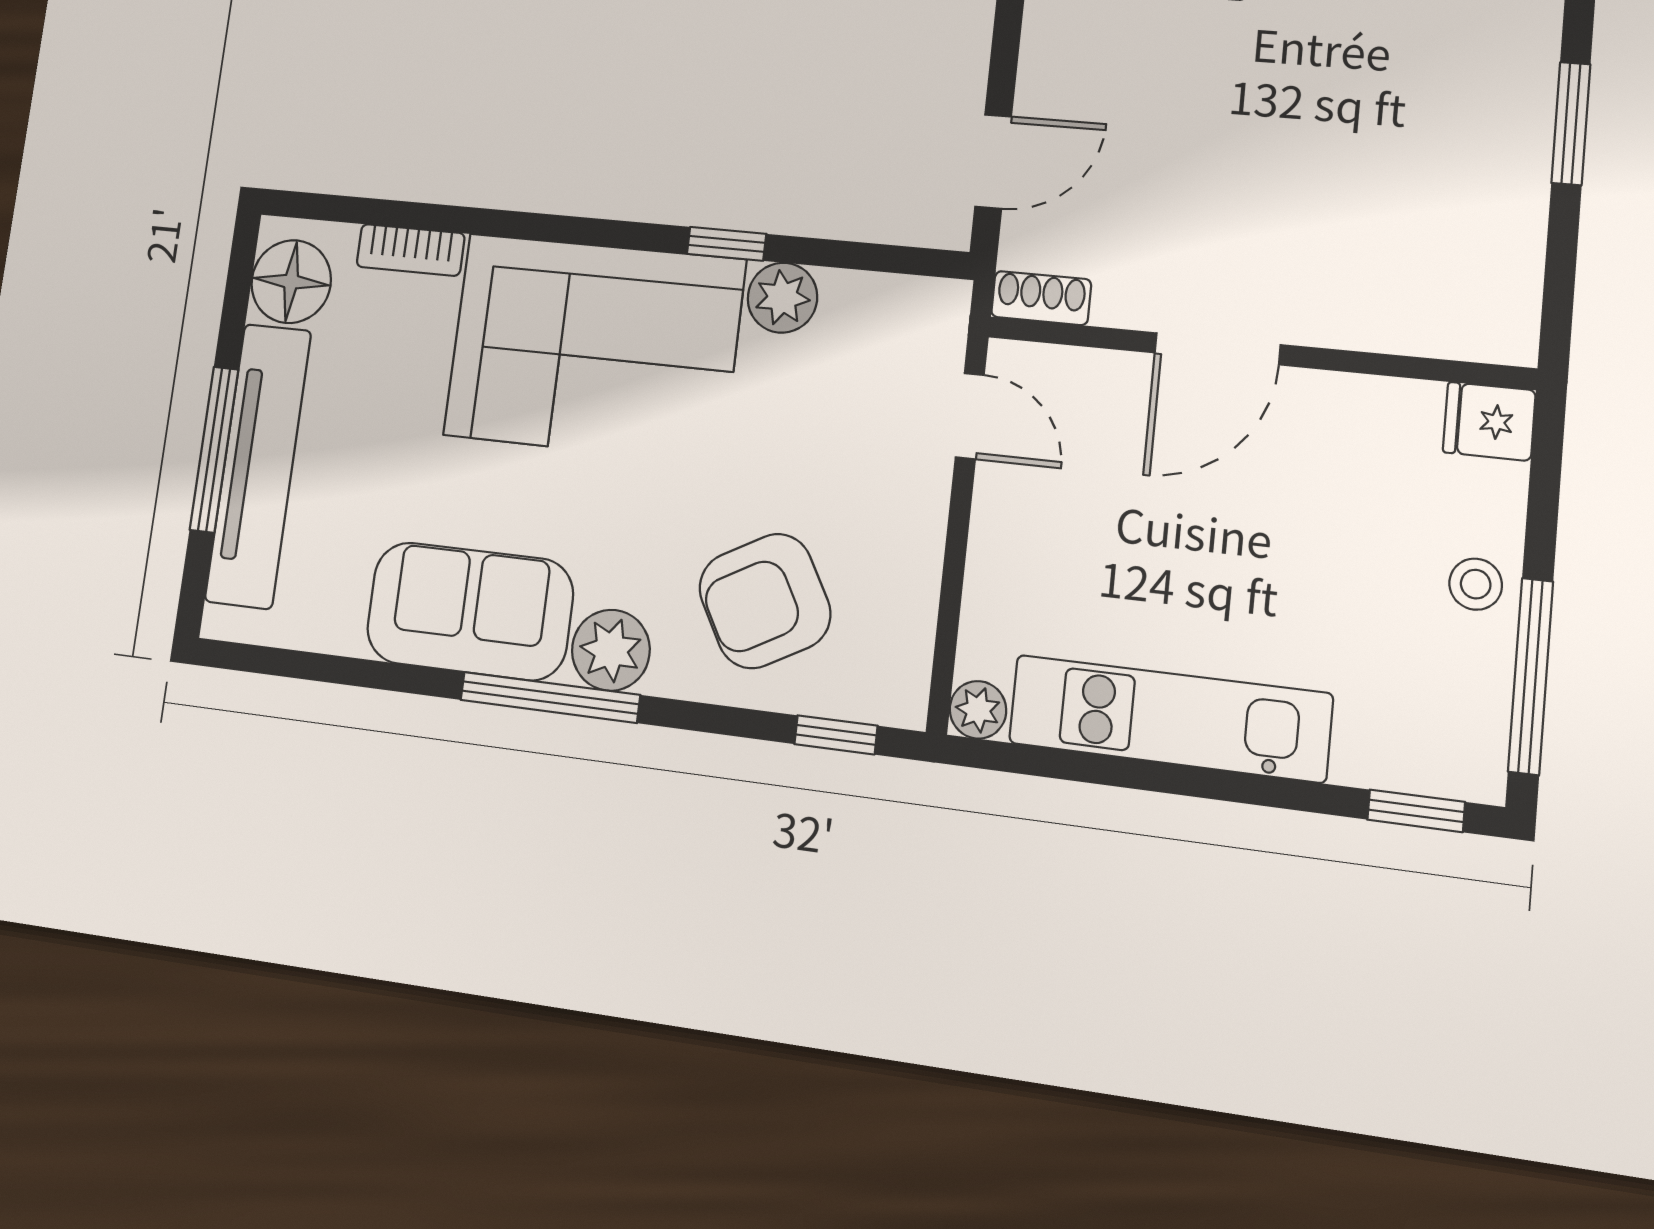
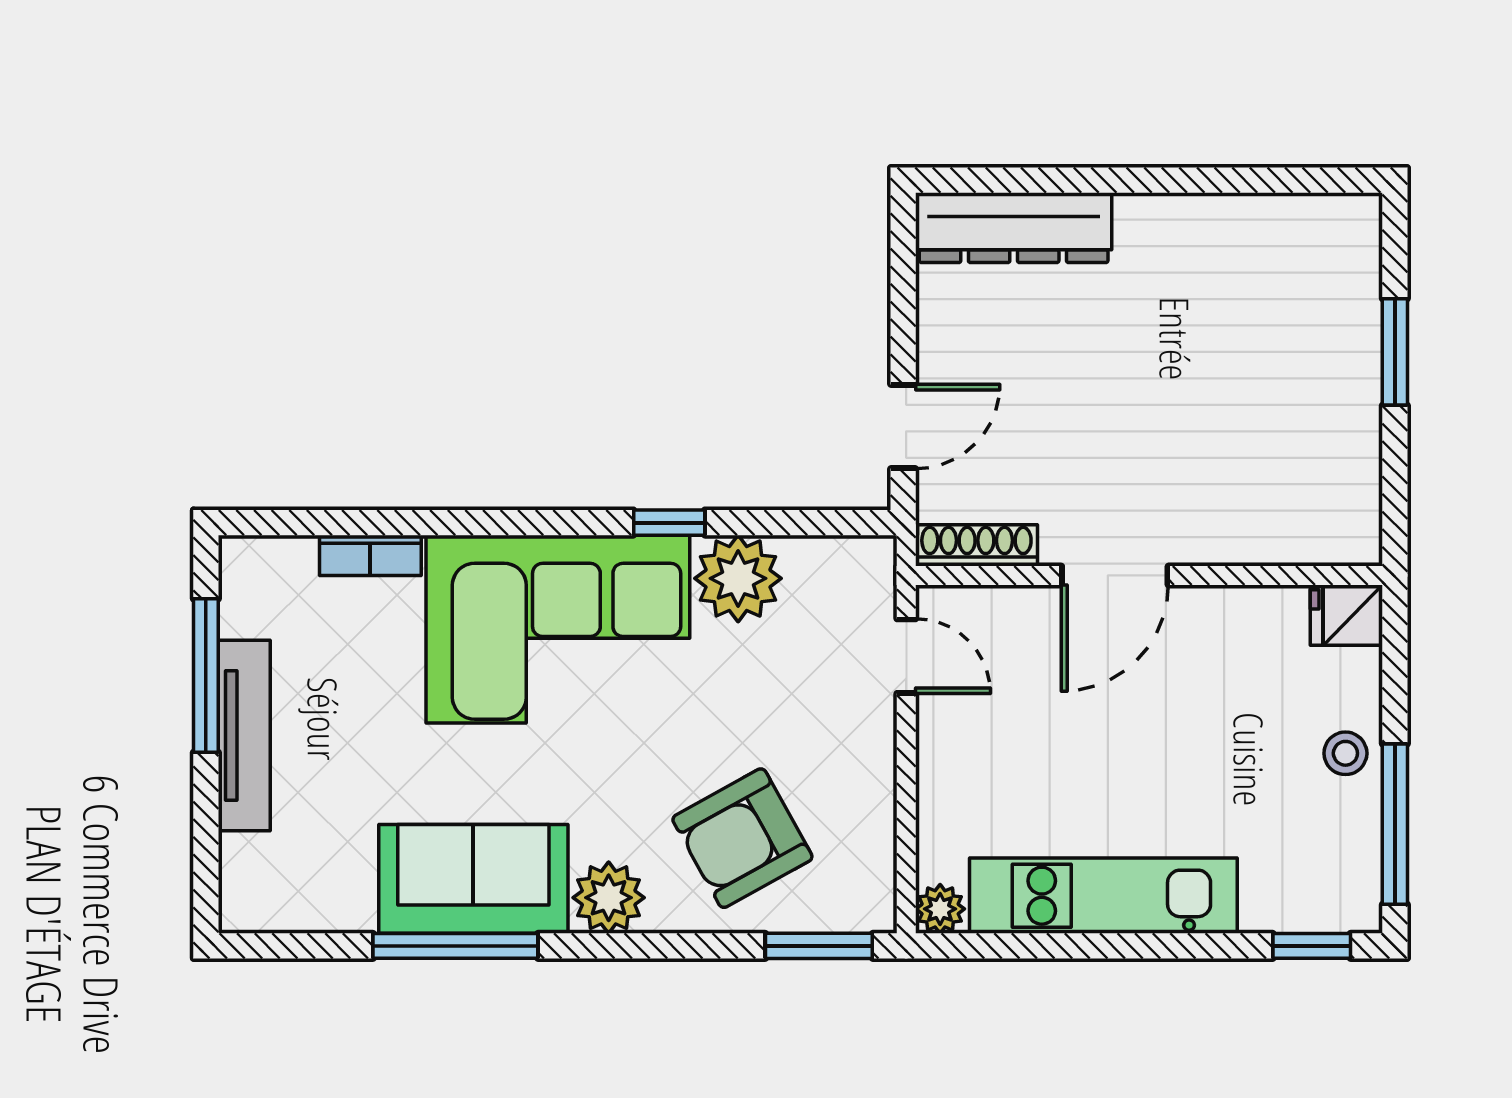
floor lamp: (291, 282) -> (258, 596), removed
plant: (782, 298) -> (738, 578), width x1.36, depth x1.36
shoe rack: (1041, 298) -> (976, 545), width x1.43
window: (214, 449) -> (206, 676), moved
tv unit: (258, 465) -> (244, 735), width x0.73, depth x0.78
window: (550, 697) -> (455, 946), moved
window: (836, 735) -> (819, 946), width x1.50

